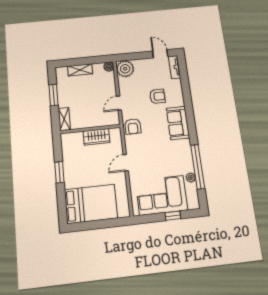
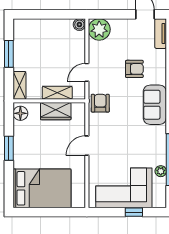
shelving: (80, 70) -> (57, 93), moved
armchair: (133, 126) -> (100, 103), turned 180
floor lamp: (67, 142) -> (20, 113), added

